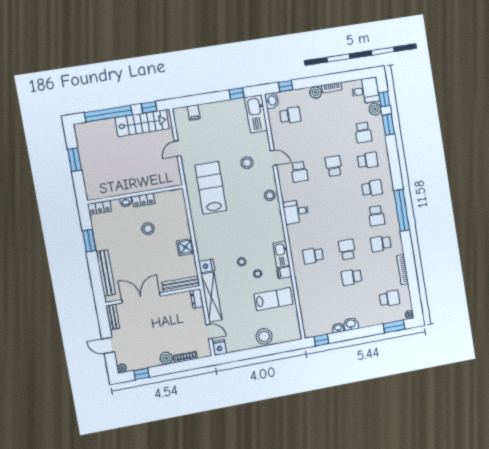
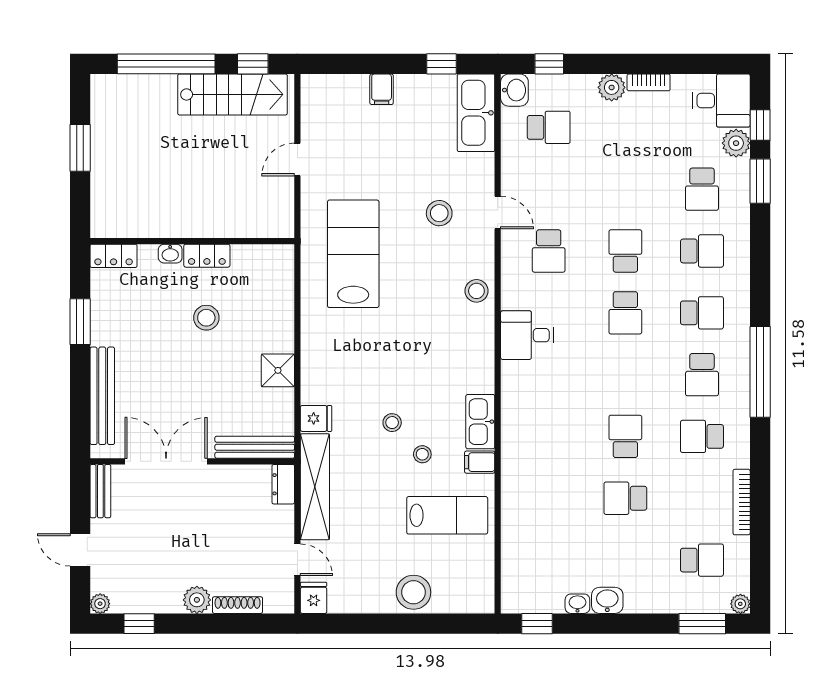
filing cabinet: (194, 113) -> (382, 89), moved
school desk: (313, 256) -> (625, 313), moved, turned -90

